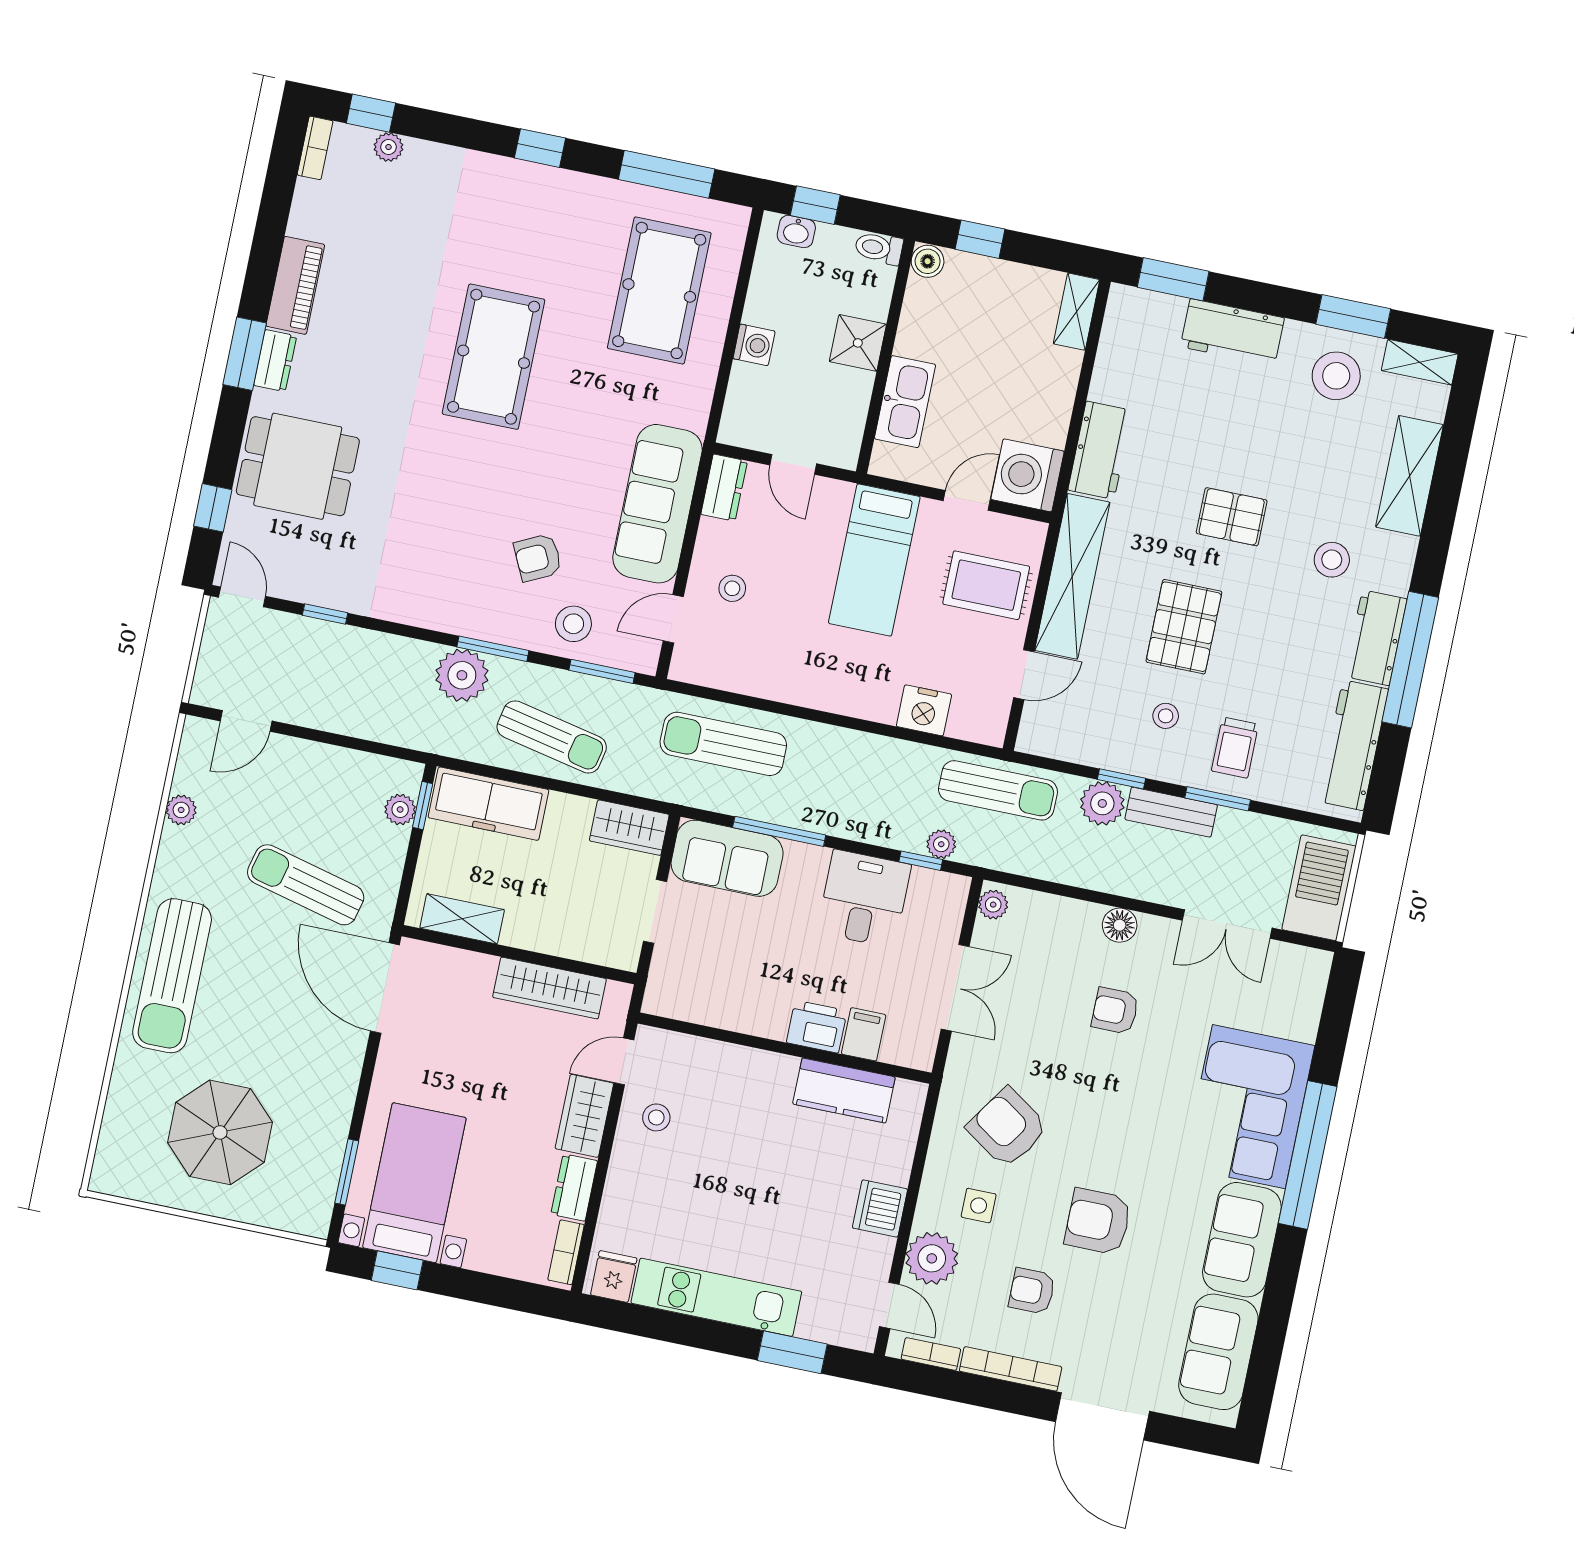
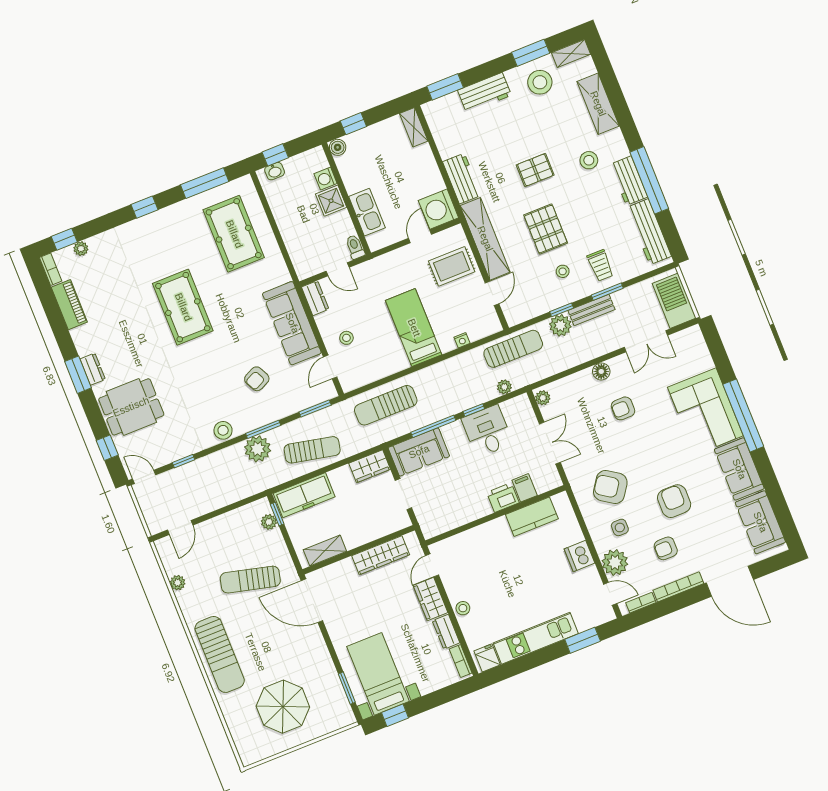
toilet: (879, 248) -> (355, 247), moved, turned 90
piano: (295, 285) -> (69, 305), moved
washing machine: (754, 345) -> (326, 179), moved, turned 180
bed: (874, 560) -> (414, 328), moved, turned 180
stool: (573, 624) -> (223, 430), moved
nightstand: (924, 710) -> (462, 340), width x0.53, depth x0.56
window: (921, 861) -> (474, 410), moved
stool: (656, 1117) -> (463, 608), moved
armchair: (1098, 1221) -> (674, 501), turned 90

